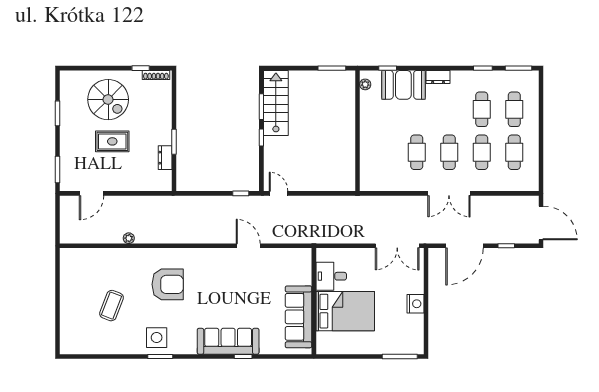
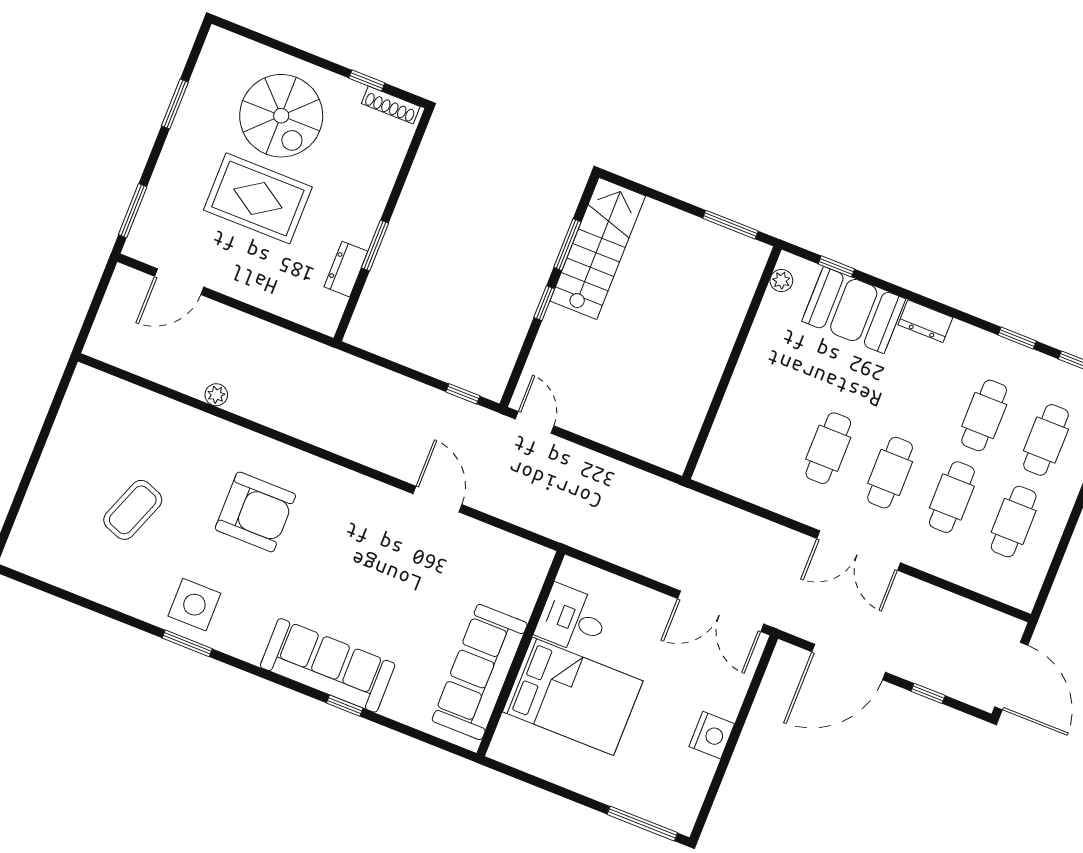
rug: (112, 141) -> (258, 198), width x1.36, depth x1.43

